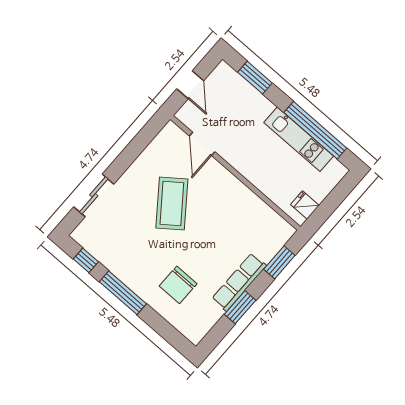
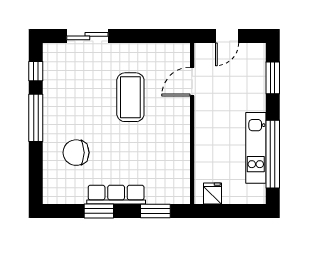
coffee table: (172, 204) -> (130, 97), turned -53

